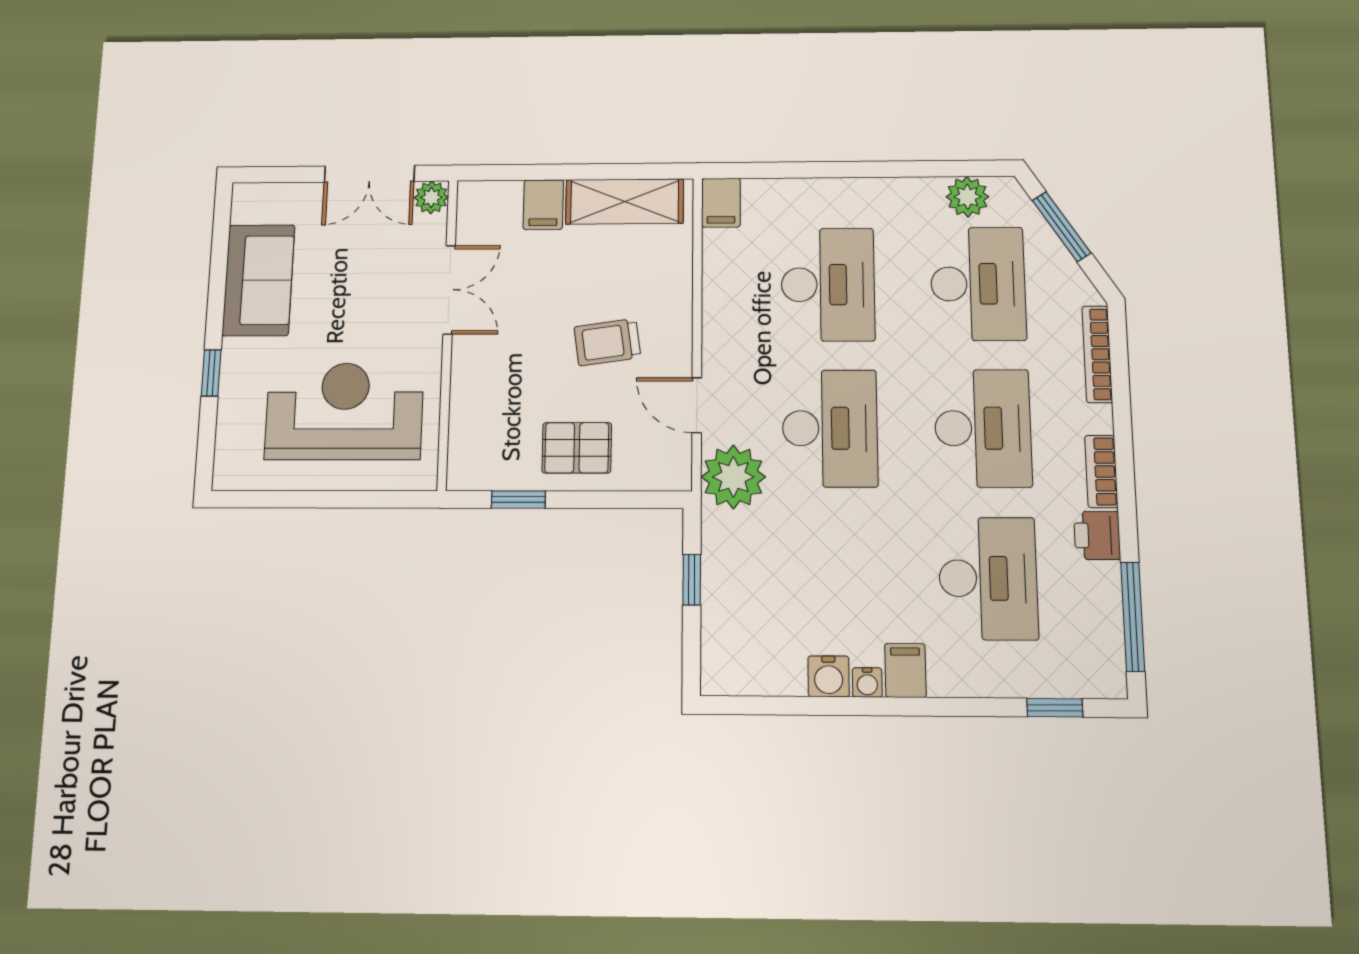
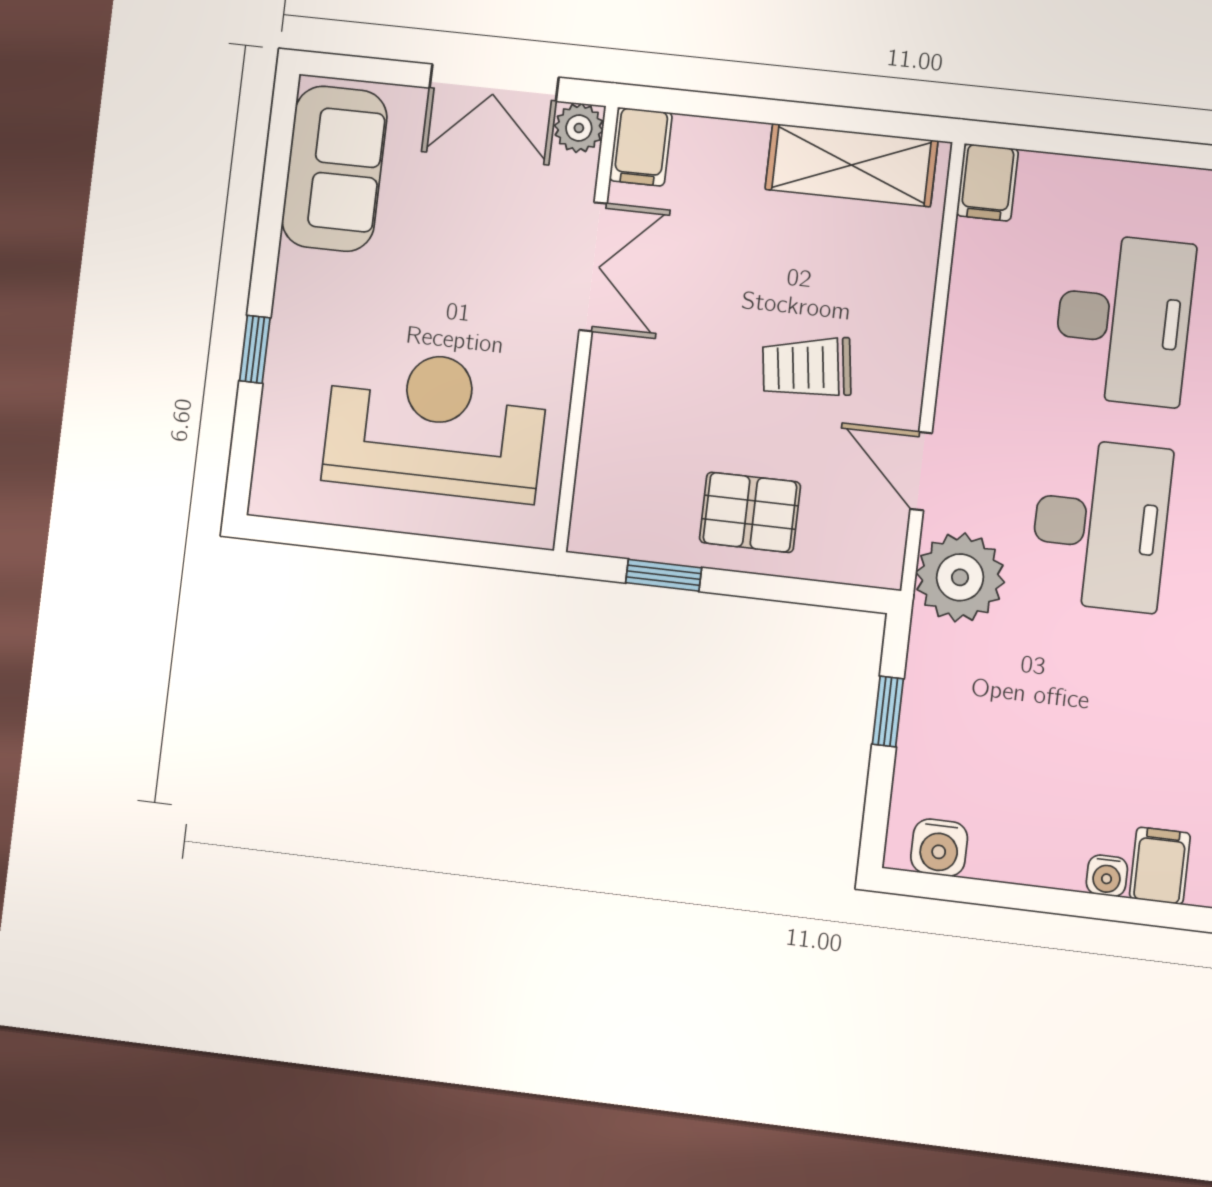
filing cabinet: (543, 205) -> (641, 147), moved
sofa: (259, 280) -> (334, 169), moved
water cooler: (829, 676) -> (939, 848), moved

